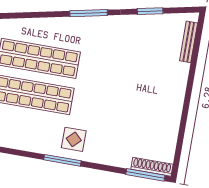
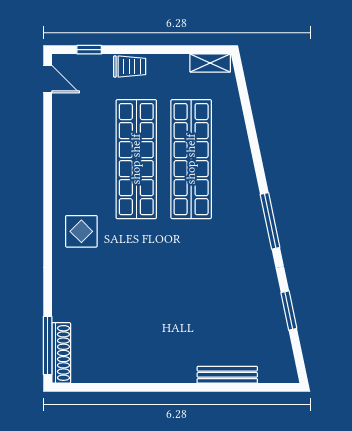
bench: (189, 42) -> (227, 375), moved
window: (62, 160) -> (48, 220), removed

